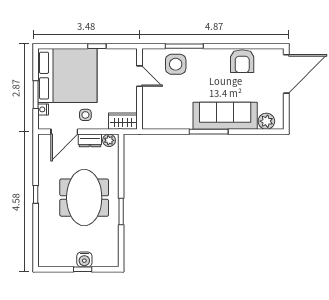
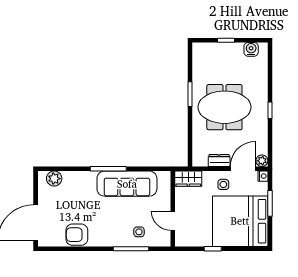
armchair: (242, 61) -> (77, 235), turned -90
side table: (176, 64) -> (139, 232), width x0.54, depth x0.54
nightstand: (43, 109) -> (263, 176), moved
sofa: (225, 116) -> (127, 184), moved
plant: (109, 140) -> (262, 161), moved
meeting table: (84, 198) -> (224, 107), turned 90
water cooler: (84, 259) -> (251, 49), moved

